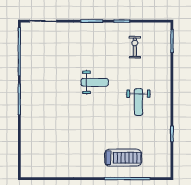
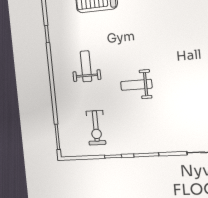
exercise bike: (135, 47) -> (96, 128), width x1.38, depth x1.39

